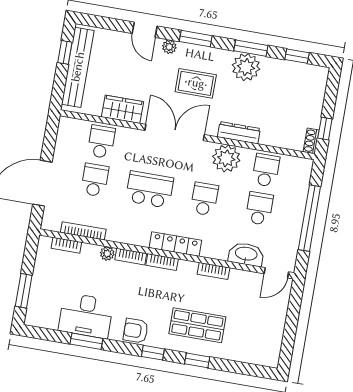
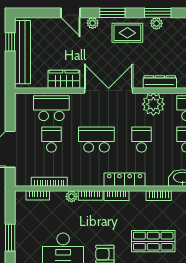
plant: (246, 67) -> (156, 23), width x0.53, depth x0.53
rug: (196, 83) -> (127, 33), moved
school desk: (101, 142) -> (51, 108), width x1.85

